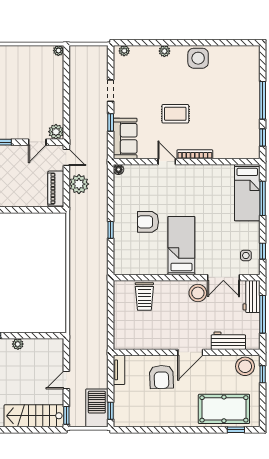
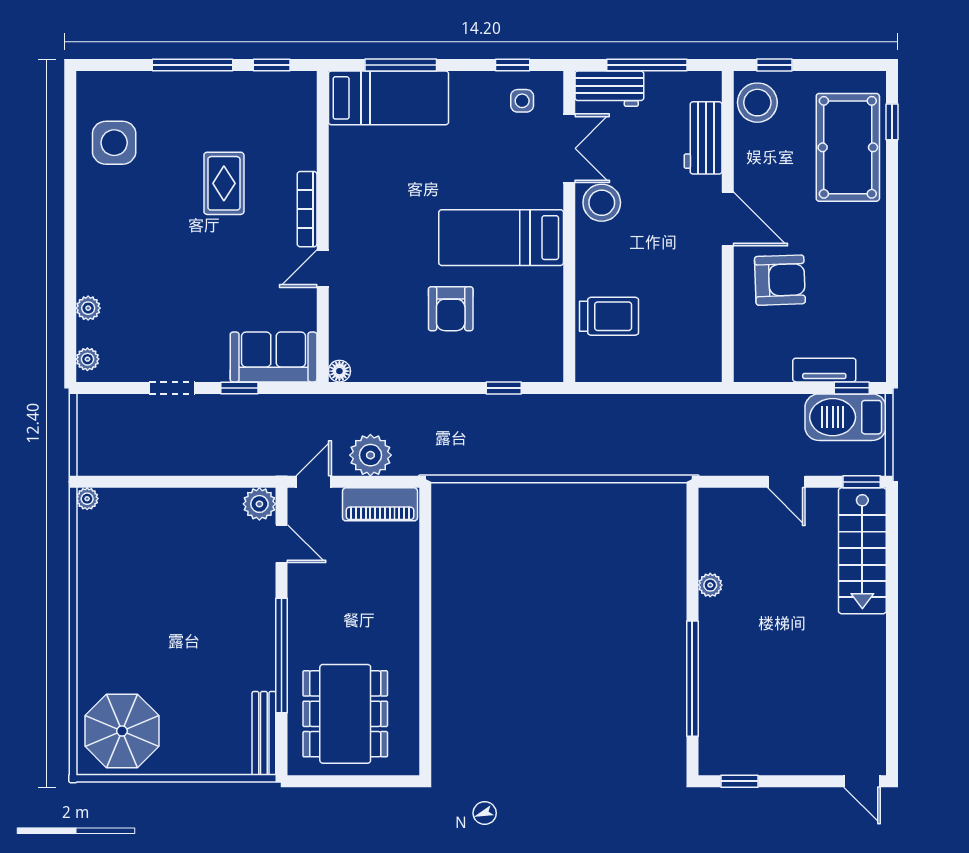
plant: (164, 51) -> (88, 308), moved
side table: (198, 58) -> (114, 143), moved
rug: (175, 114) -> (224, 183), moved
window: (111, 230) -> (504, 388), moved
tv unit: (119, 370) -> (824, 370), moved

